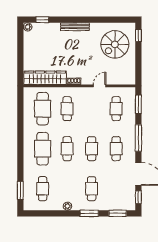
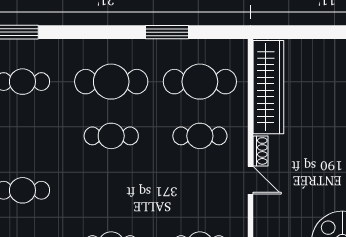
door: (100, 86) -> (250, 180), moved
window: (20, 123) -> (167, 32), added
cafe table: (92, 149) -> (111, 190), removed

